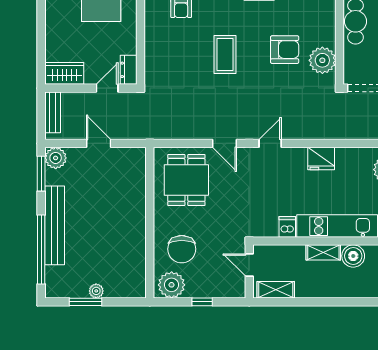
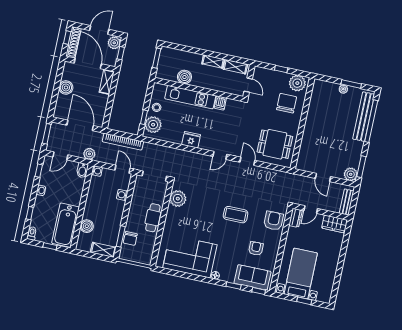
armchair: (285, 50) -> (274, 221), moved, turned 90
coffee table: (225, 54) -> (236, 215), turned 90
dining table: (186, 180) -> (275, 144), turned 90
bench: (55, 225) -> (364, 117), moved
shelving: (323, 252) -> (213, 62), moved

